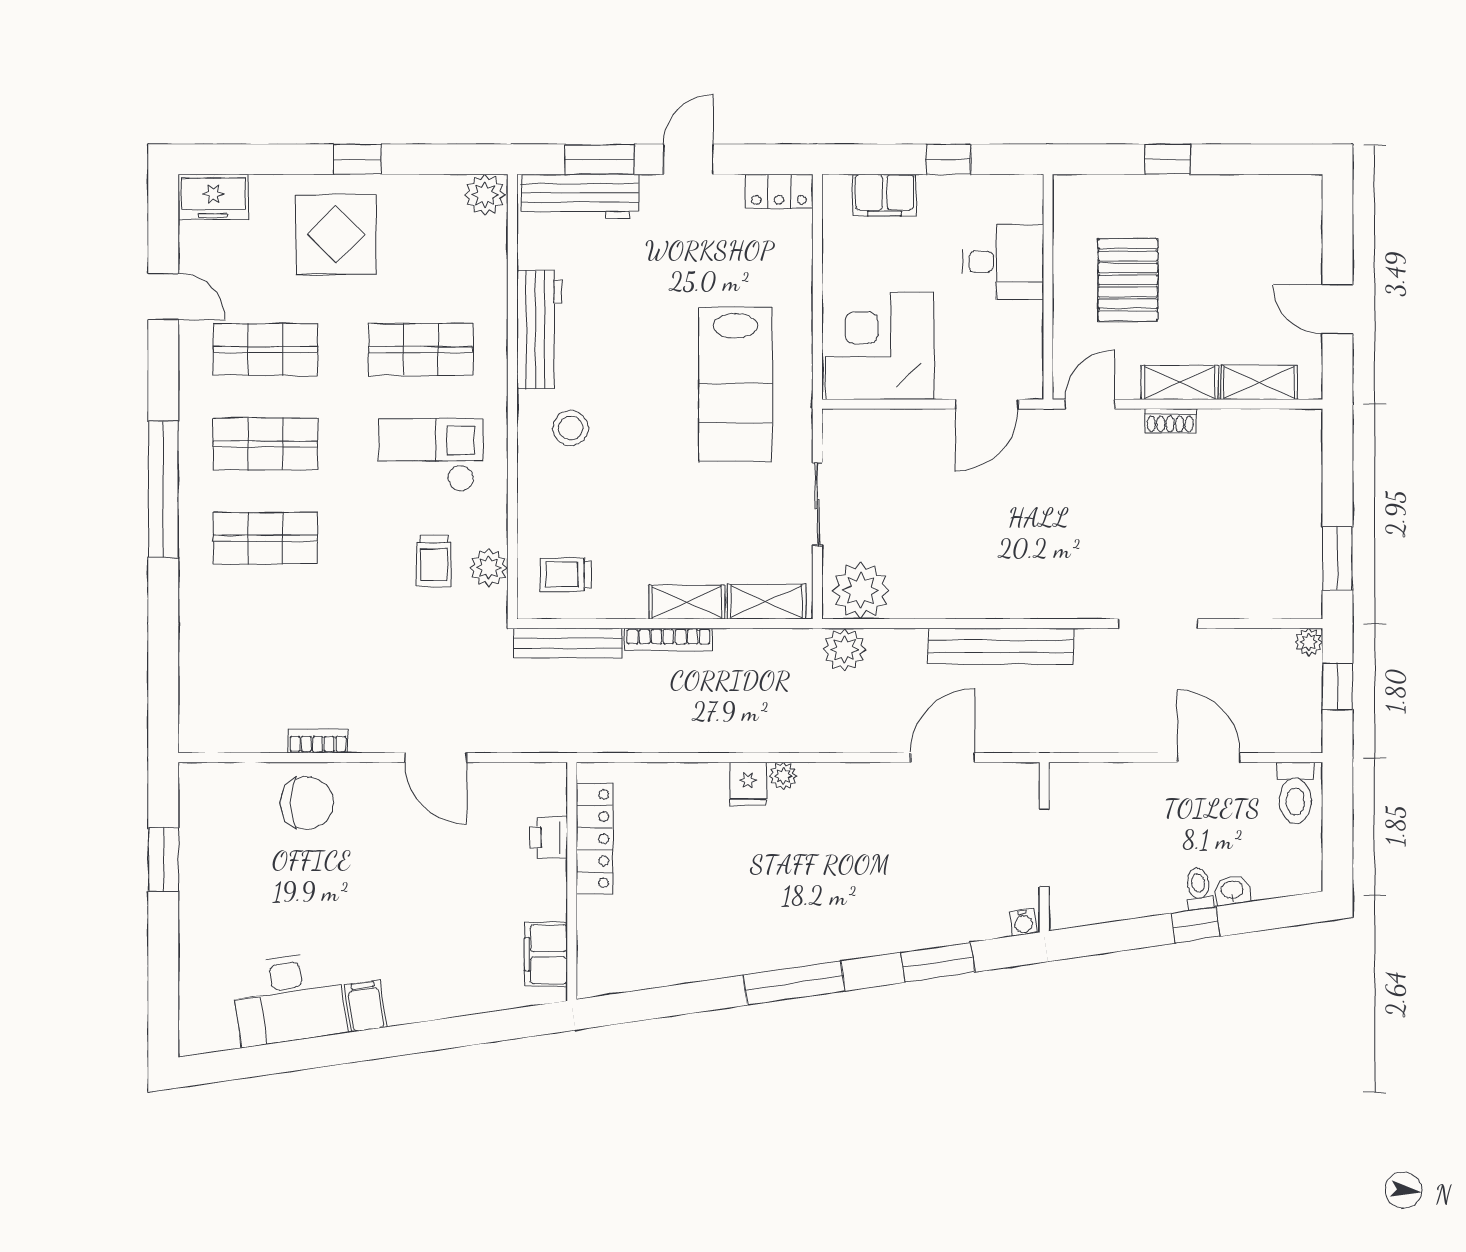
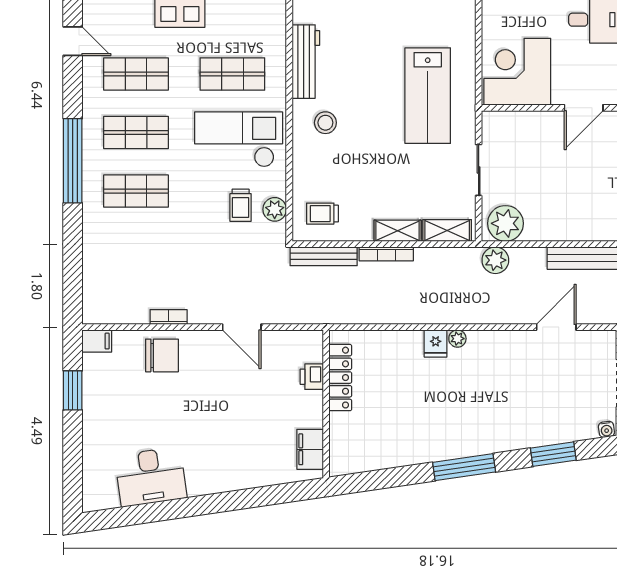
checkout: (431, 455) -> (239, 139), width x1.36, depth x1.21
filing cabinet: (366, 1006) -> (97, 341), moved, turned 98

